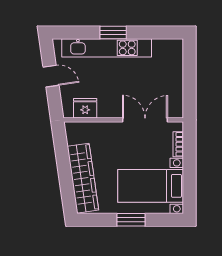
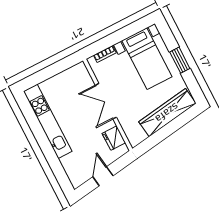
window: (113, 32) -> (46, 146), removed
kitchen unit: (107, 48) -> (48, 121), moved
double door: (145, 120) -> (106, 101), moved

